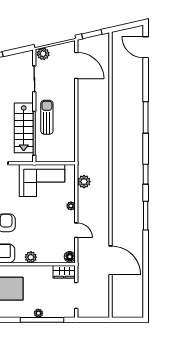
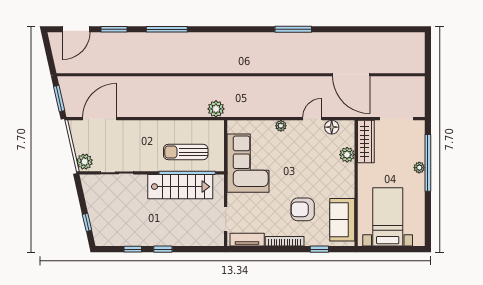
sun lounger: (47, 117) -> (186, 152), moved
window: (146, 174) -> (114, 29), moved
plant: (84, 182) -> (216, 109), moved
plant: (31, 257) -> (347, 155), moved
floor lamp: (70, 257) -> (332, 127), moved
door: (110, 260) -> (351, 75), swing flipped
wardrobe: (64, 272) -> (366, 142), width x1.50

